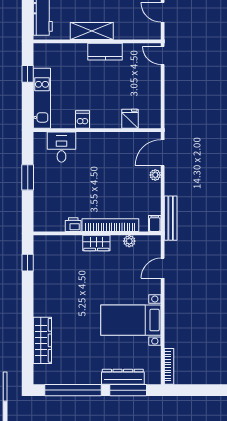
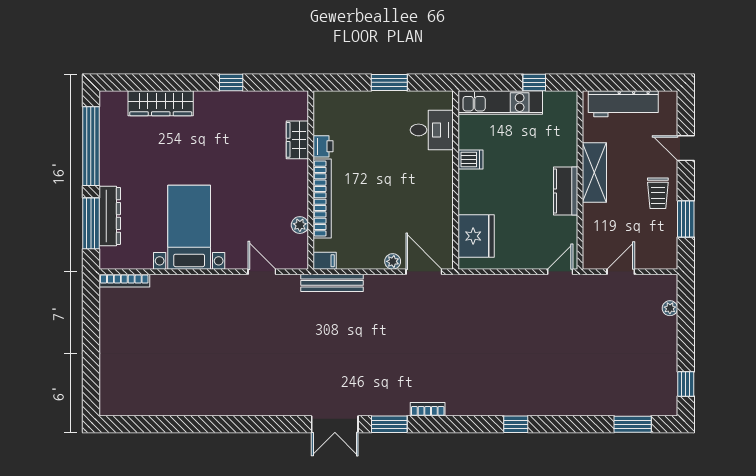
fridge: (130, 119) -> (476, 236), width x1.88, depth x1.34
wardrobe: (96, 243) -> (297, 140), moved
window: (28, 263) -> (231, 82), moved

